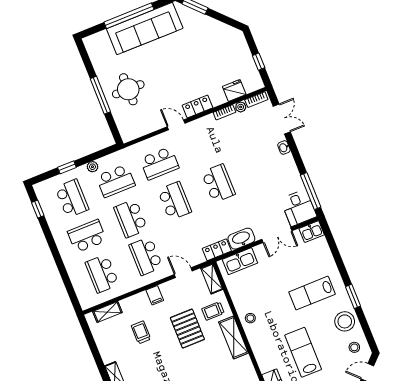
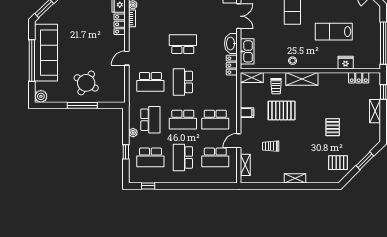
plant: (92, 43) -> (41, 96), added
round table: (128, 89) -> (86, 83), turned 30
locker: (197, 107) -> (120, 24), moved
school desk: (159, 163) -> (150, 82), turned 90
school desk: (72, 198) -> (150, 157), turned 180
school desk: (175, 201) -> (183, 82), turned -90
door: (183, 273) -> (239, 141), moved
filing cabinet: (155, 295) -> (247, 113), moved

